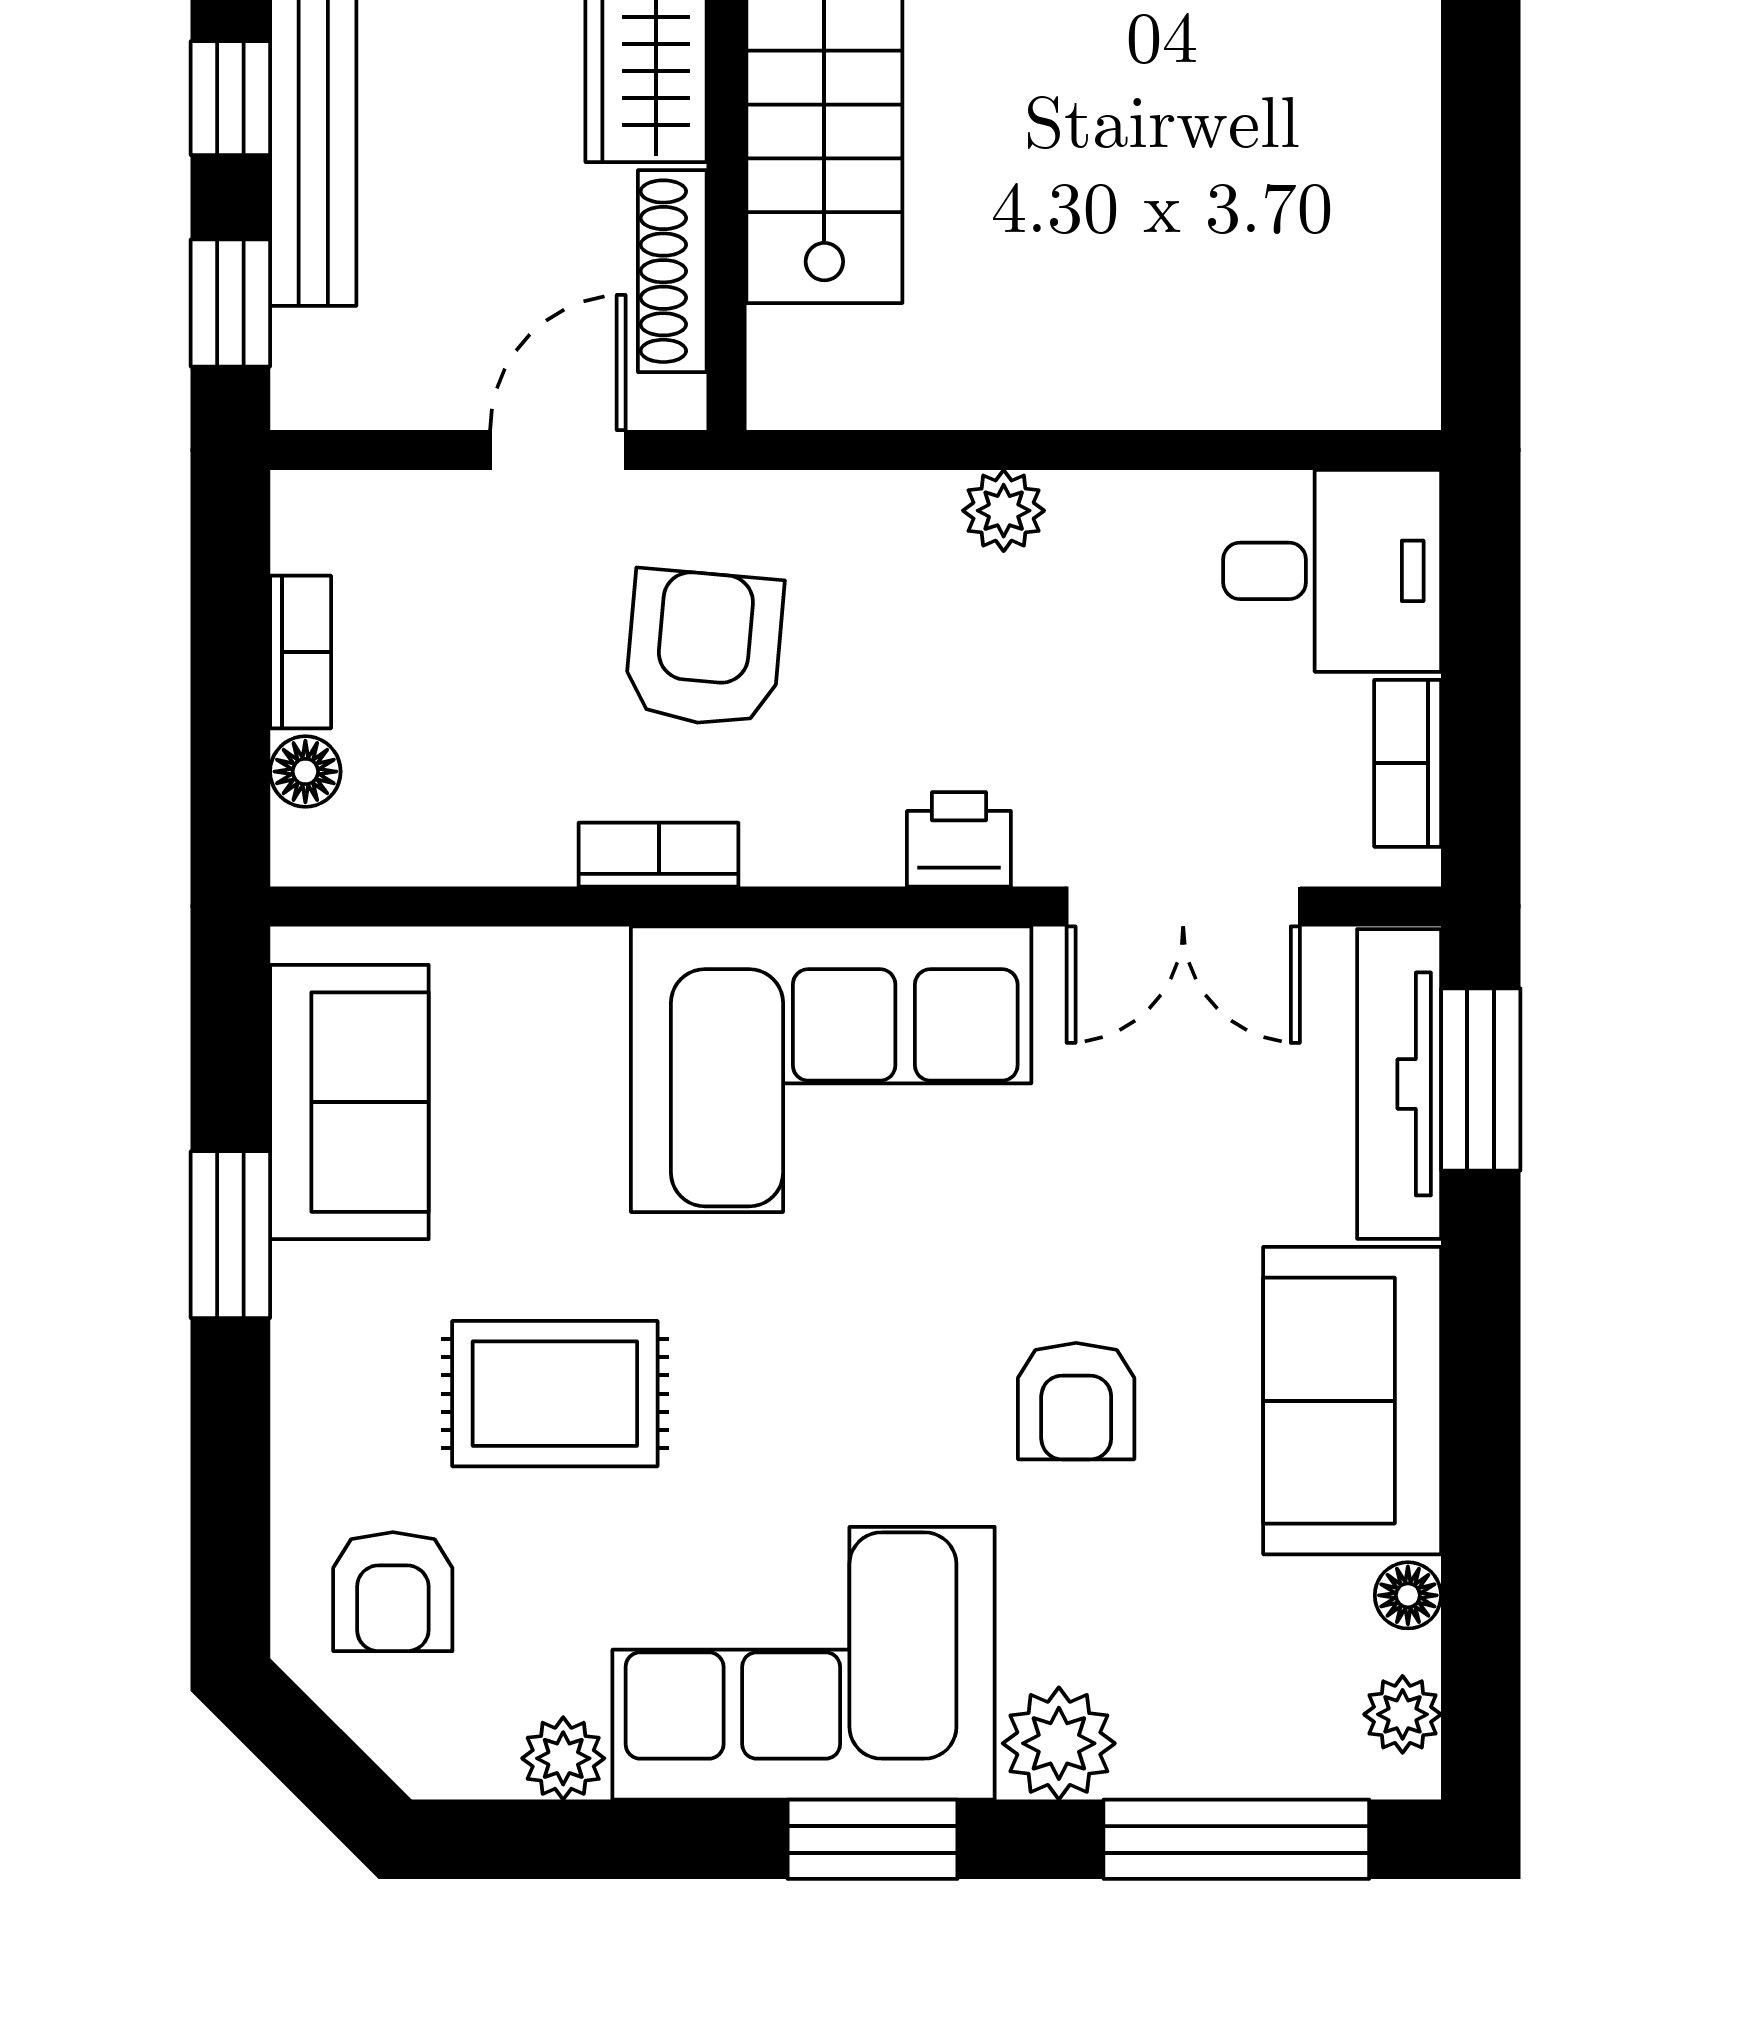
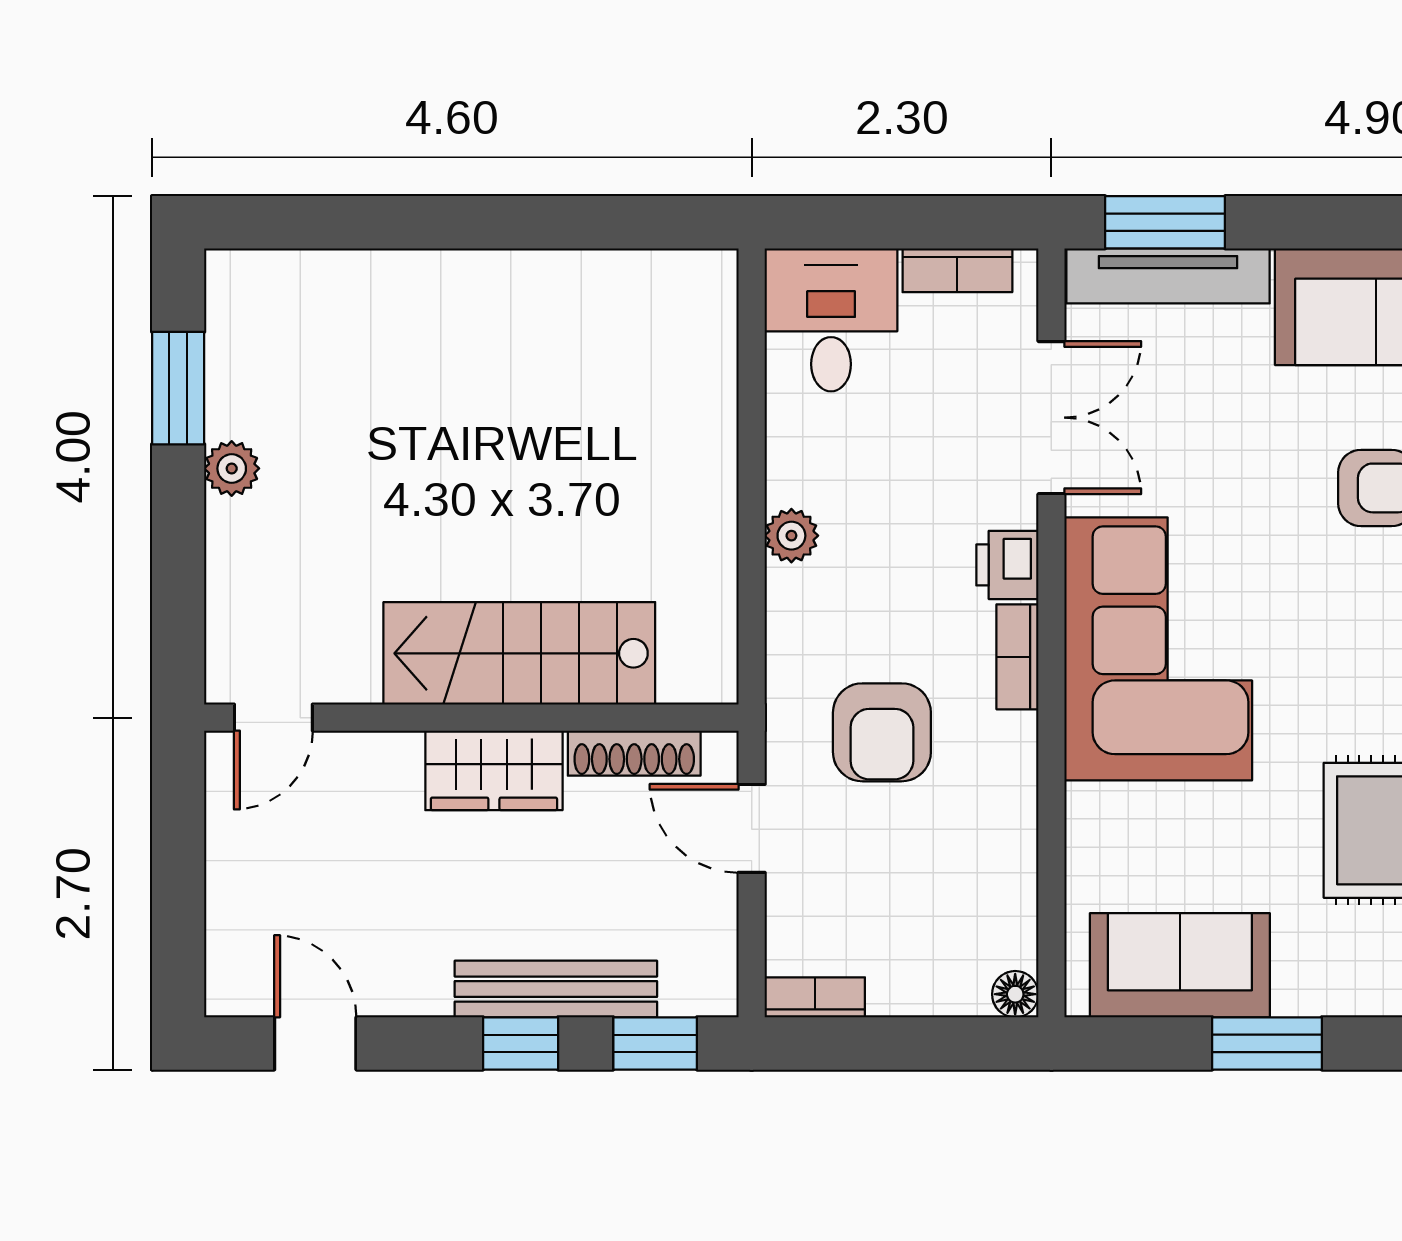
armchair: (704, 648) -> (882, 732), turned -95
bookcase: (301, 652) -> (815, 997), moved
floor lamp: (305, 772) -> (1015, 994), moved
bookcase: (659, 855) -> (1017, 657), moved

